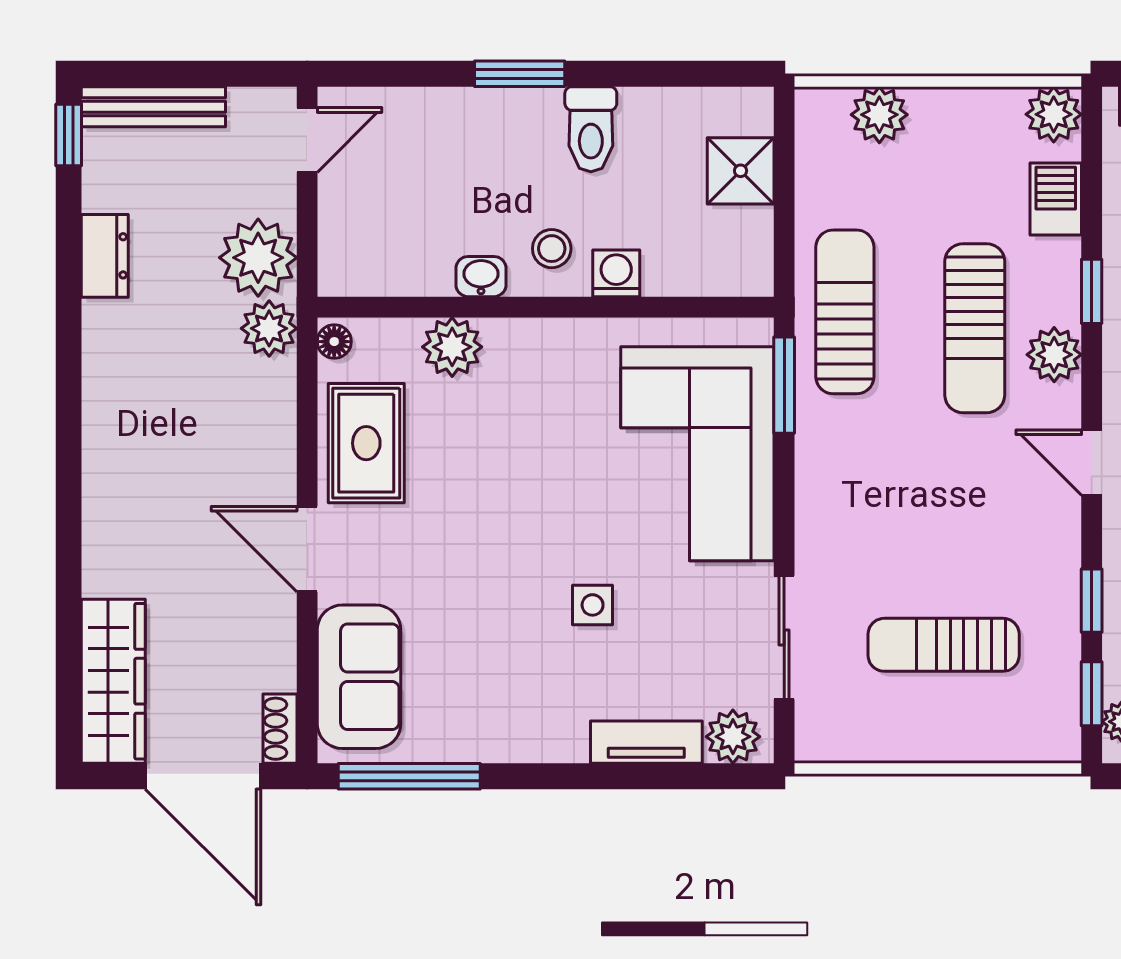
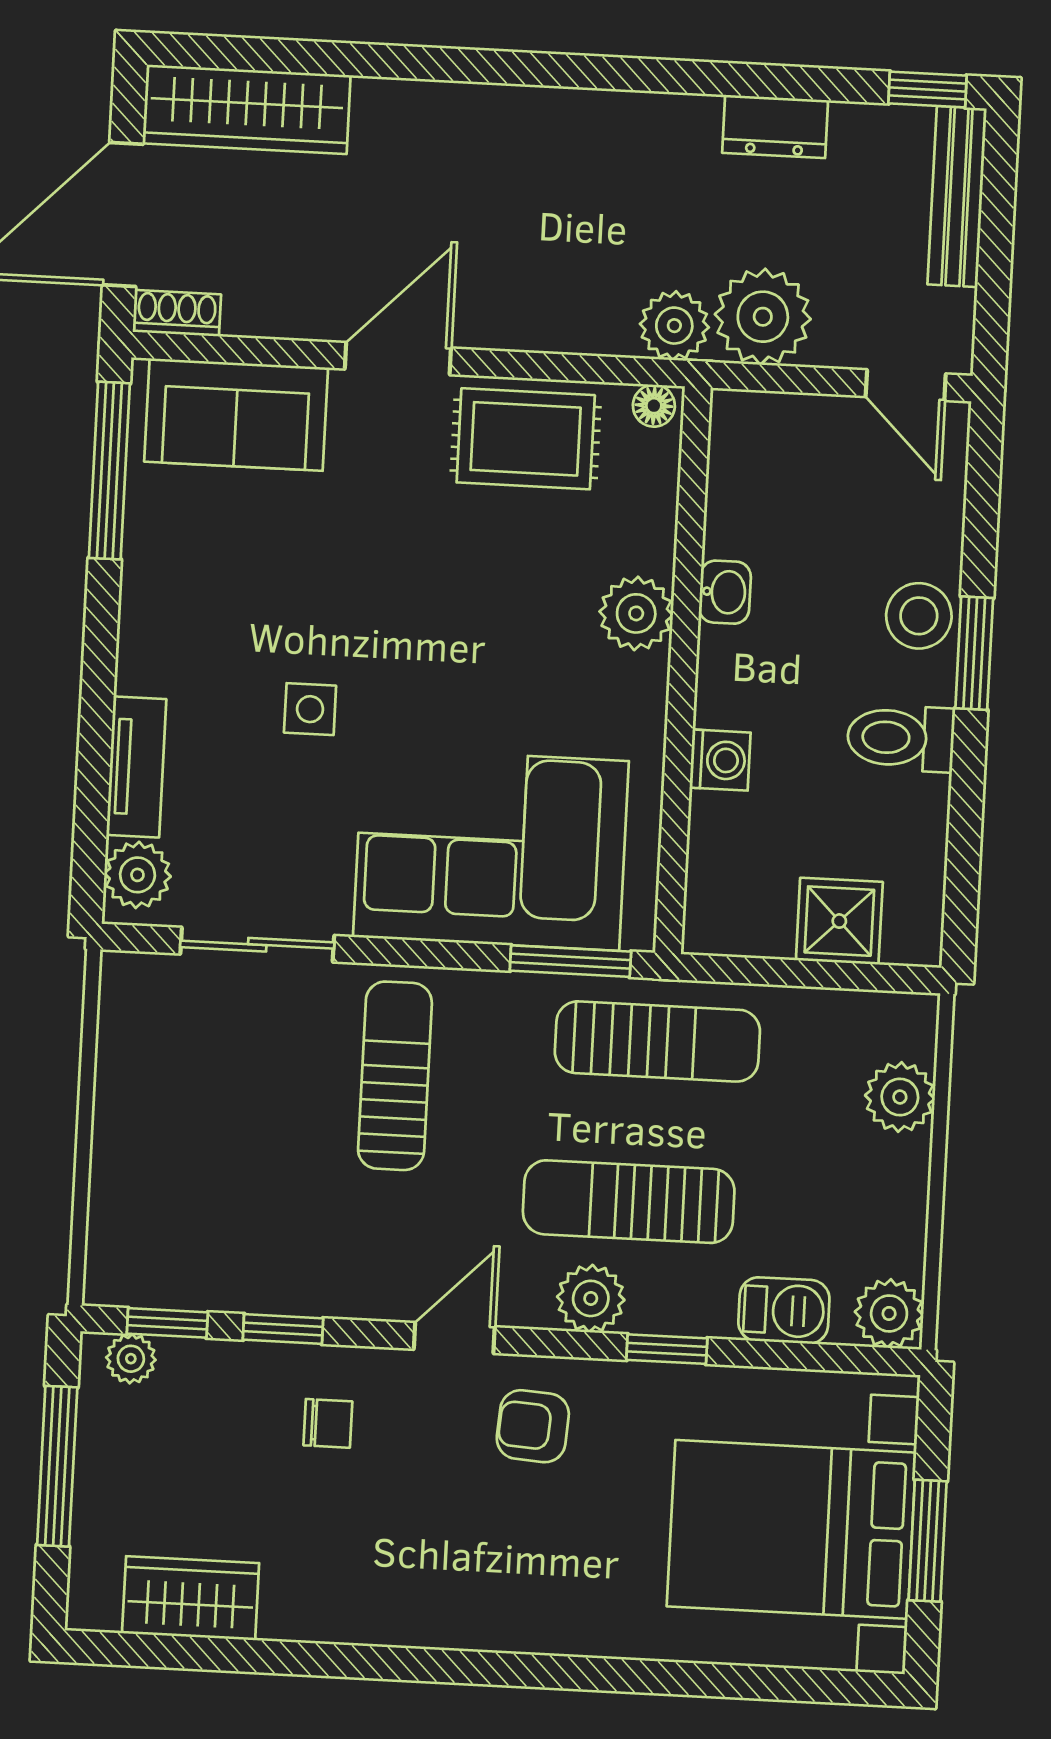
stool: (552, 249) -> (919, 616), moved, width x1.37, depth x1.37
plant: (452, 347) -> (636, 613), moved
sun lounger: (944, 645) -> (395, 1076), moved

